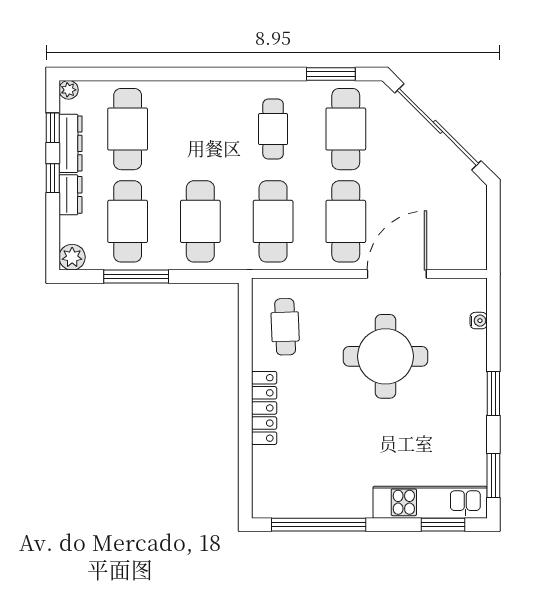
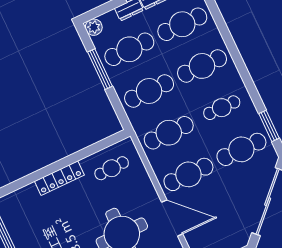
cafe table: (200, 129) -> (202, 66), added

